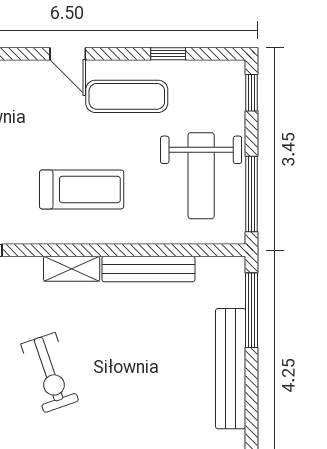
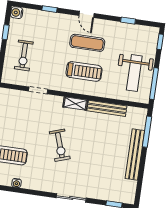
exercise mat: (127, 96) -> (87, 43), moved

